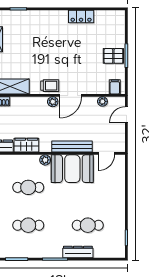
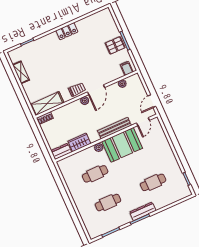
locker: (81, 17) -> (67, 31), moved
door: (126, 115) -> (152, 101), moved
dresser: (78, 252) -> (143, 211), moved

